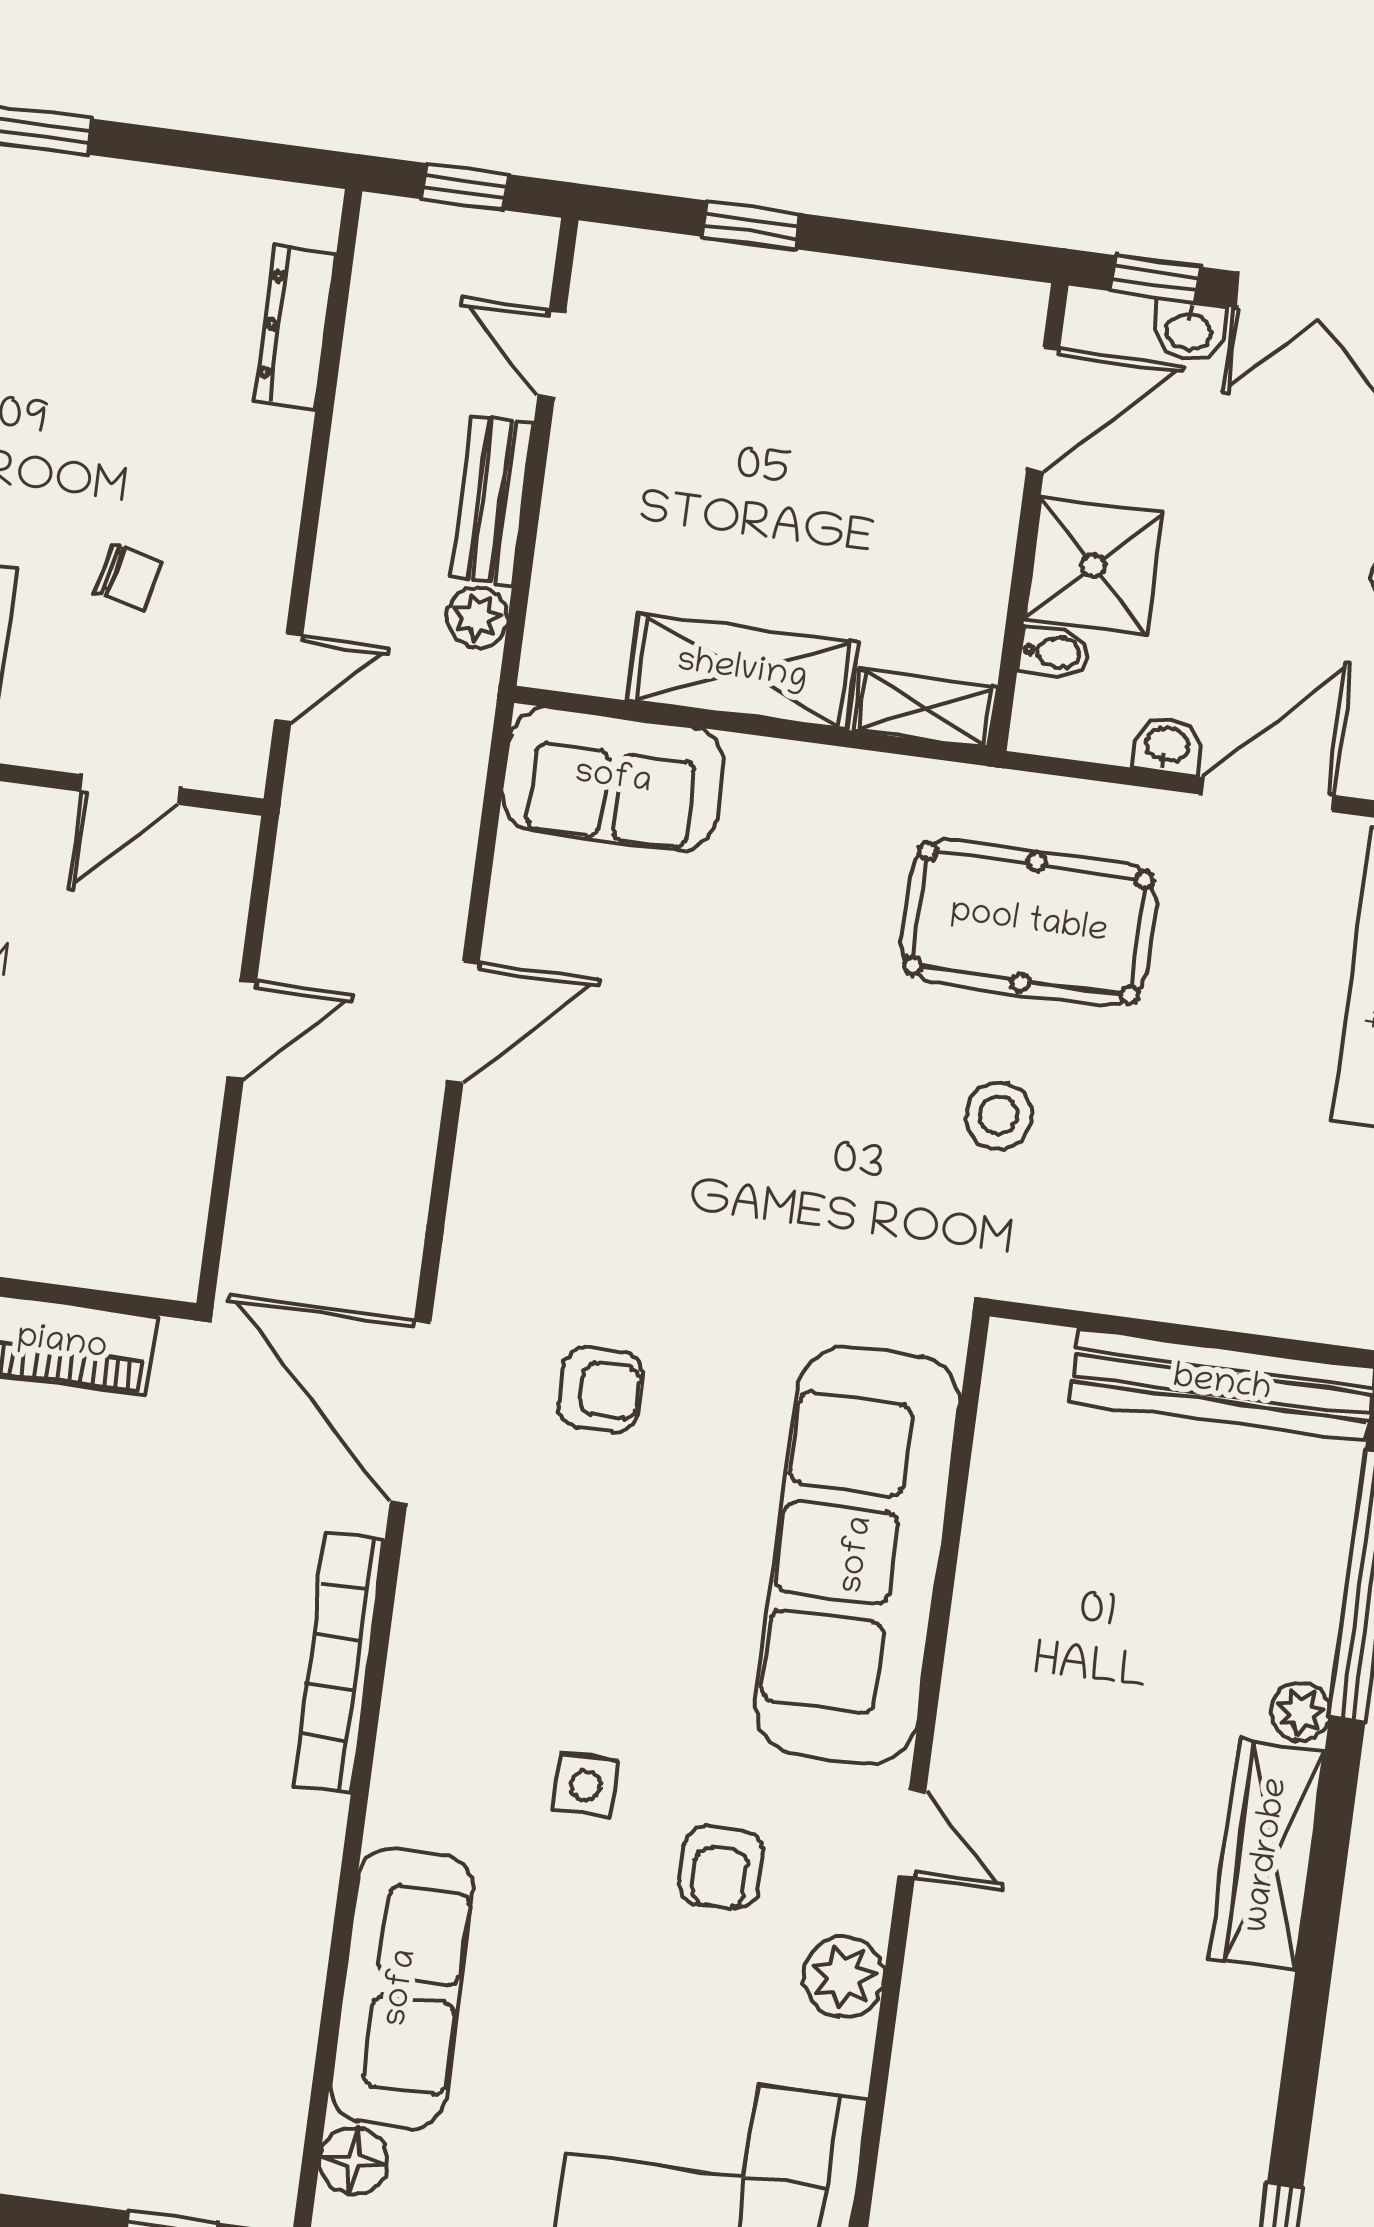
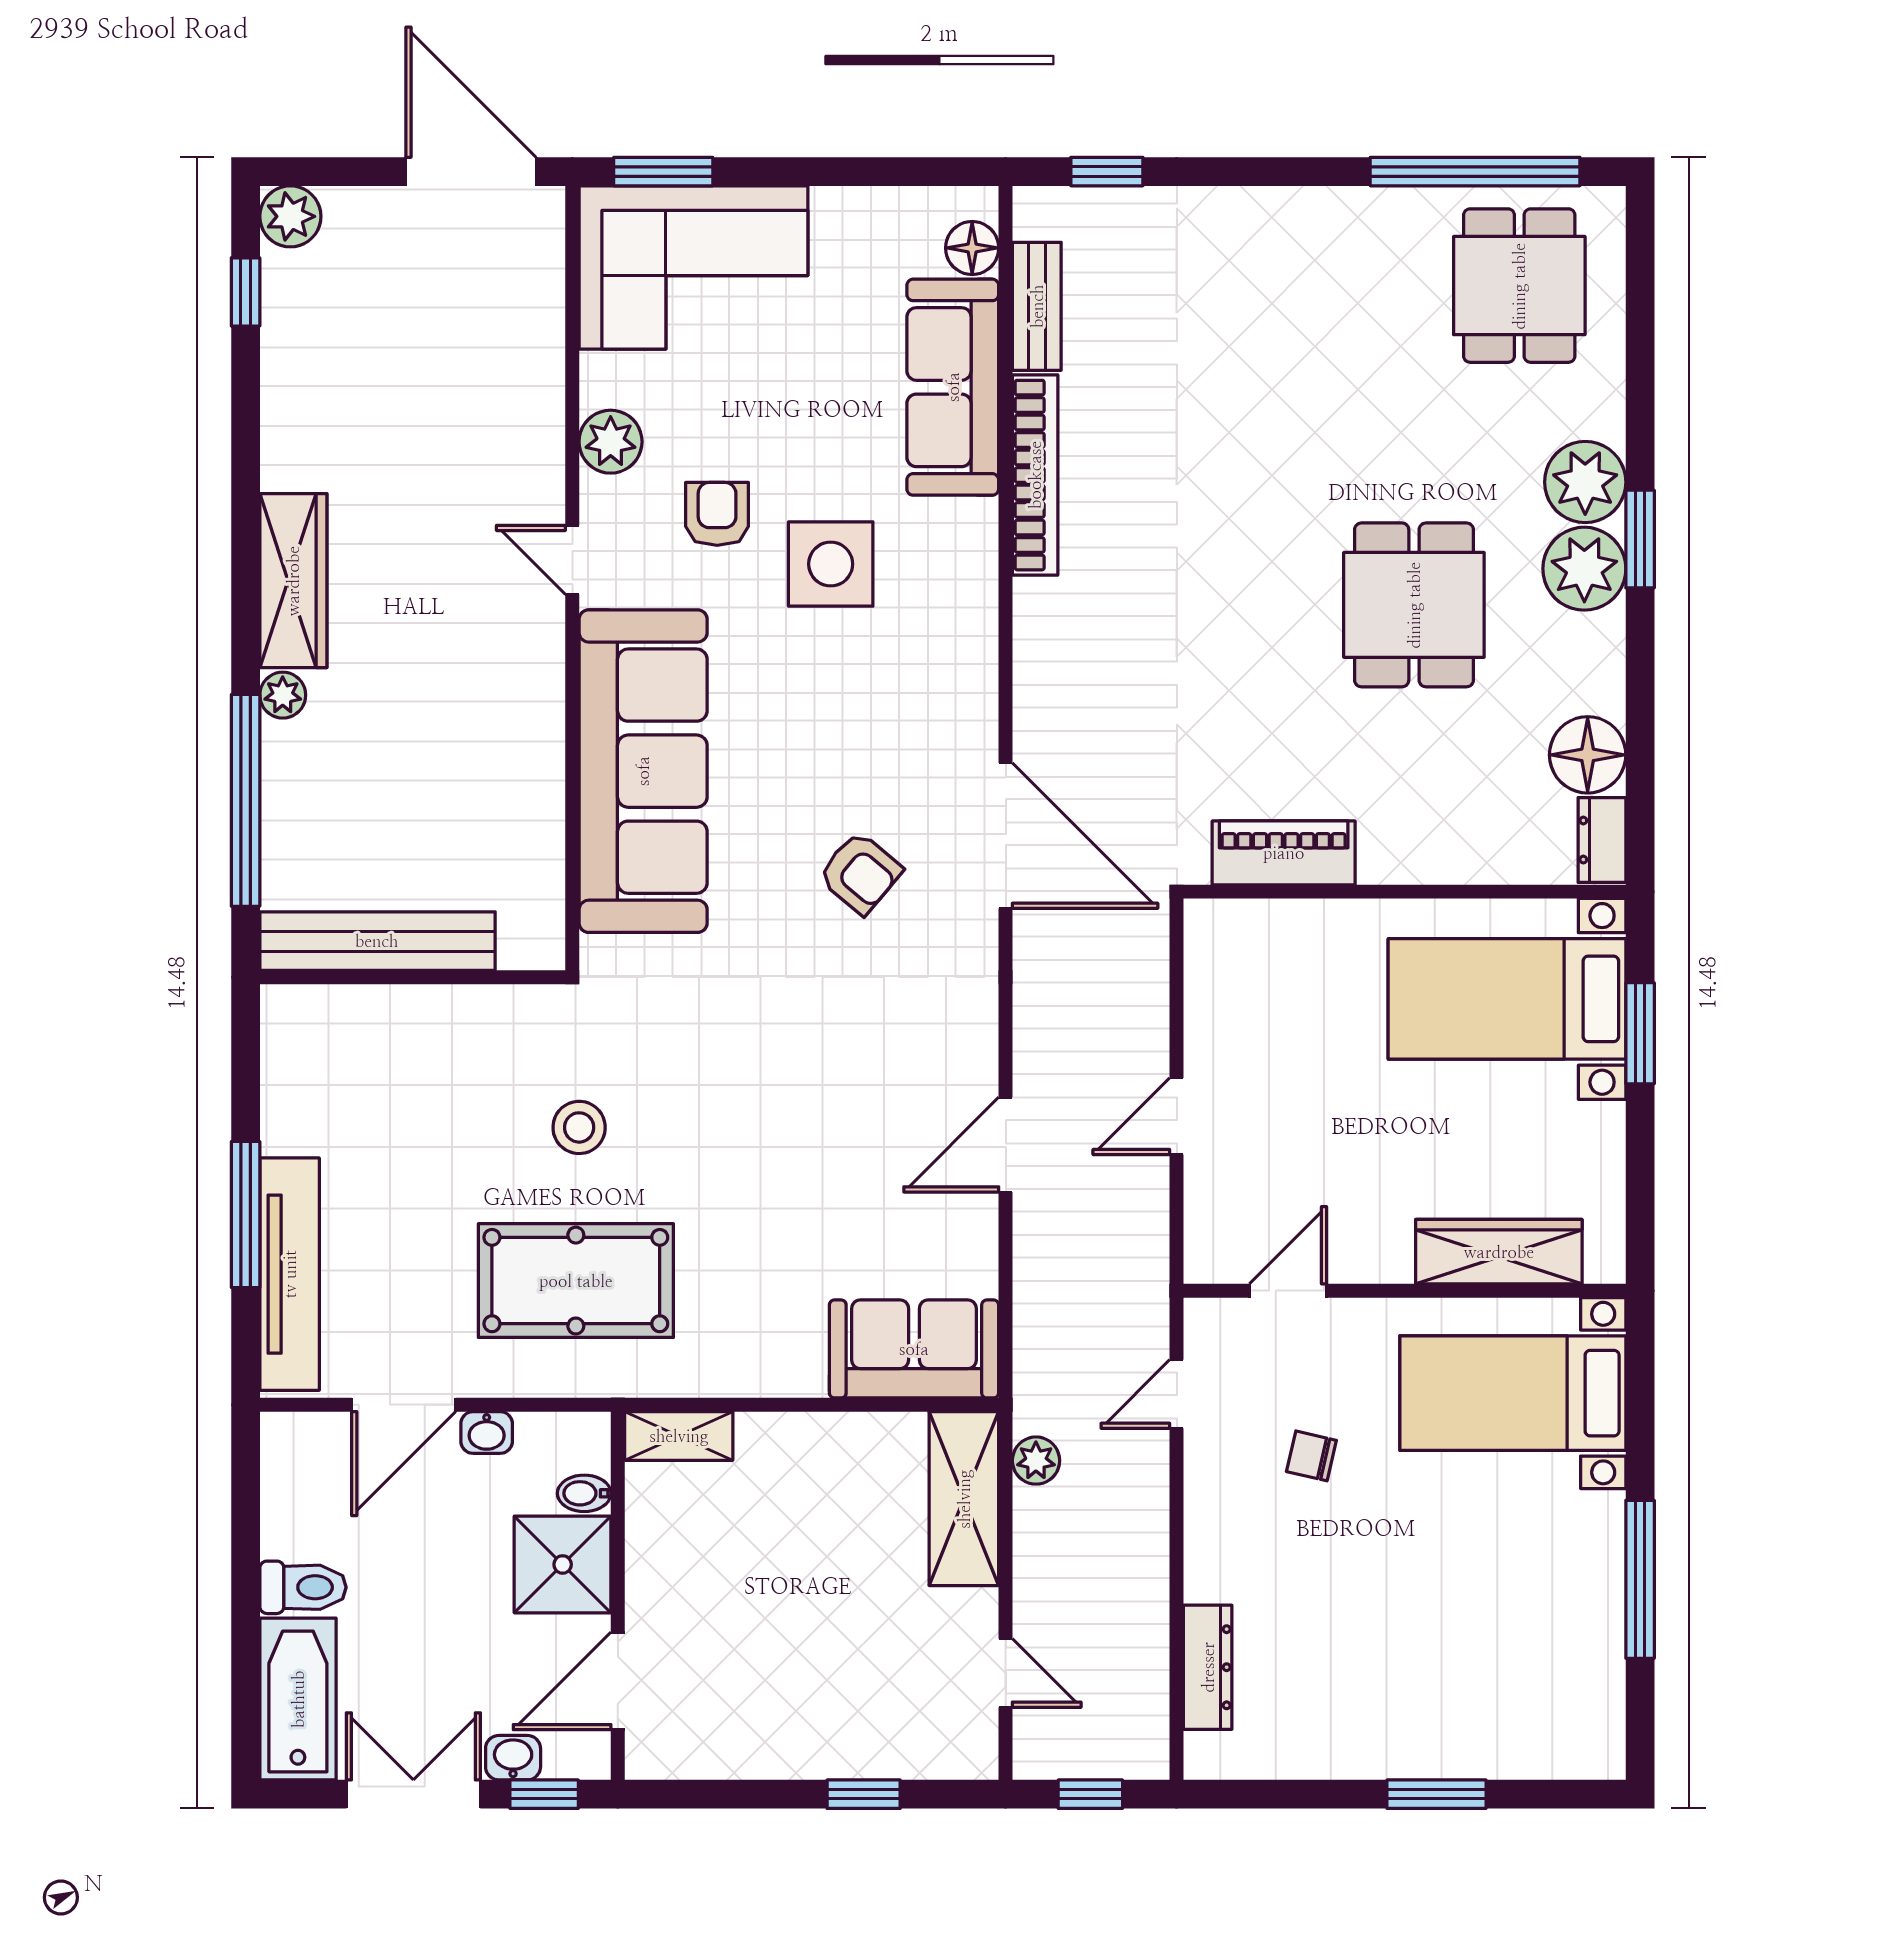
bench: (492, 501) -> (1037, 306), moved
shelving: (742, 671) -> (964, 1499), moved, turned 90
armchair: (601, 1390) -> (860, 873), turned -140
bookcase: (339, 1663) -> (1035, 475), moved
side table: (586, 1785) -> (831, 564), width x1.87, depth x1.87

